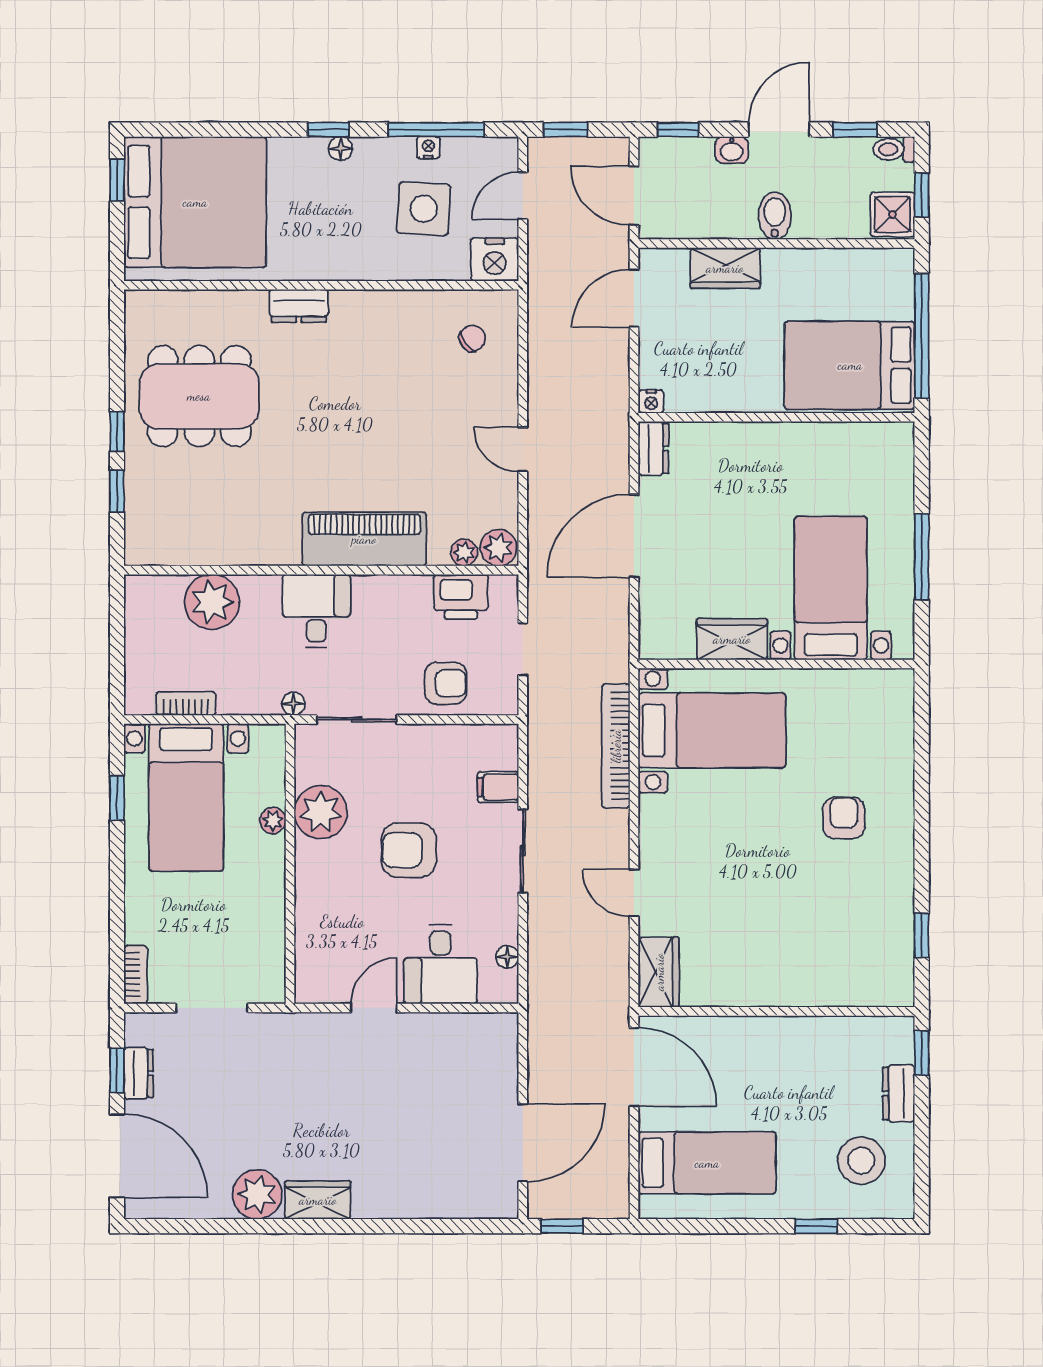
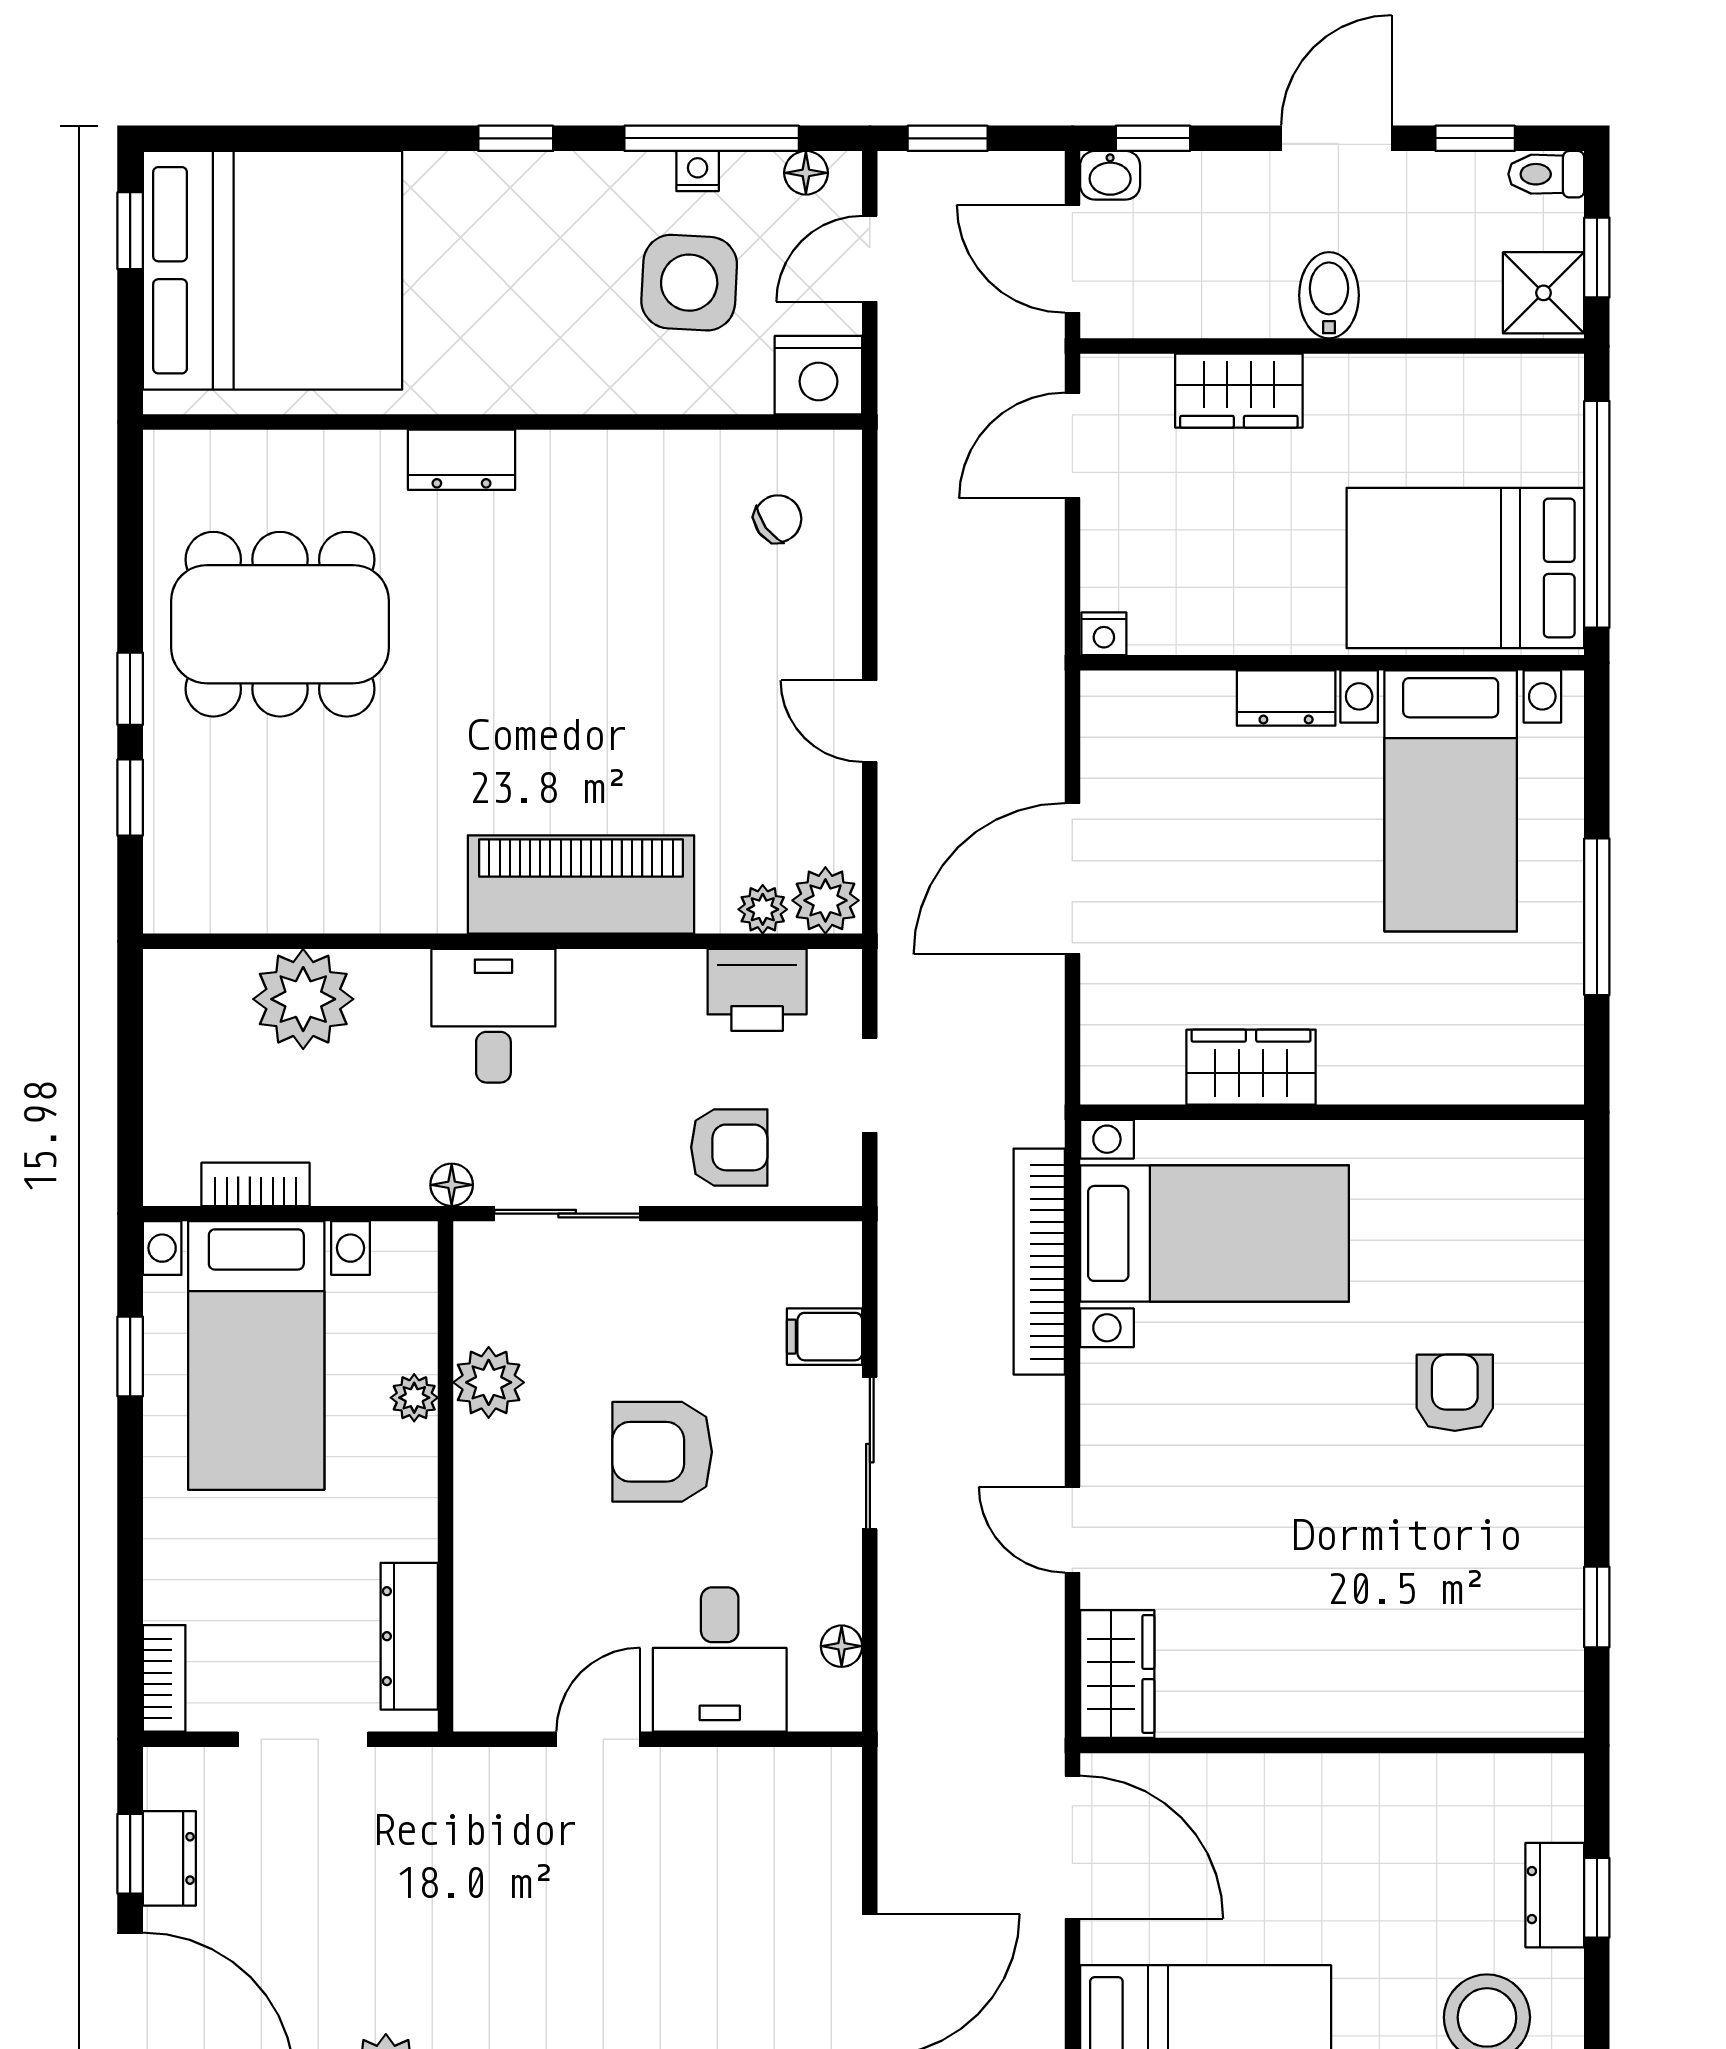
floor lamp: (341, 148) -> (806, 173), moved
washbasin: (732, 150) -> (1110, 175), moved
dresser: (653, 448) -> (1286, 698), moved, turned 90
bed with nightstands: (831, 588) -> (1451, 801), moved, turned 180
plant: (321, 812) -> (489, 1382), width x0.73, depth x0.73
dresser: (270, 951) -> (409, 1636), added
window: (922, 1053) -> (1597, 1898), moved

